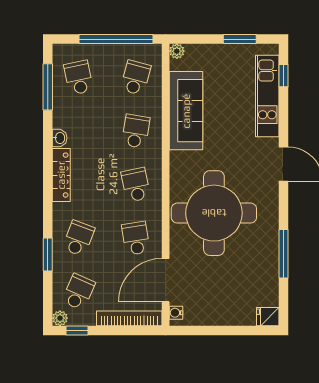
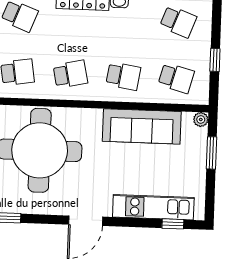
window: (116, 39) -> (215, 60), width x0.32
window: (240, 39) -> (212, 153), moved
school desk: (79, 78) -> (178, 22), turned 33

